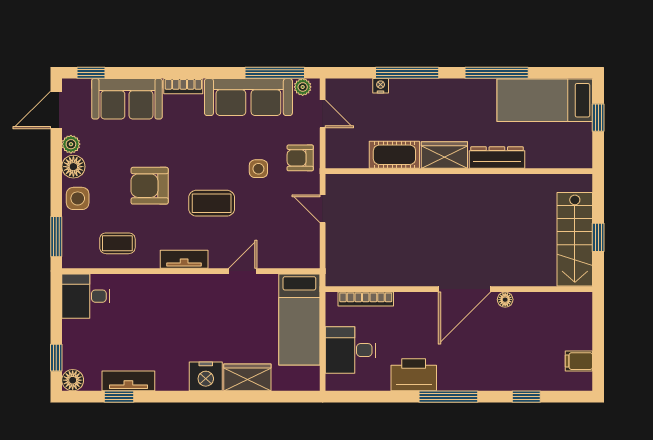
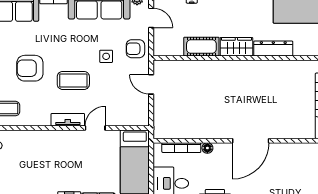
tv unit: (184, 259) -> (68, 120), moved
floor lamp: (505, 300) -> (207, 148), moved

